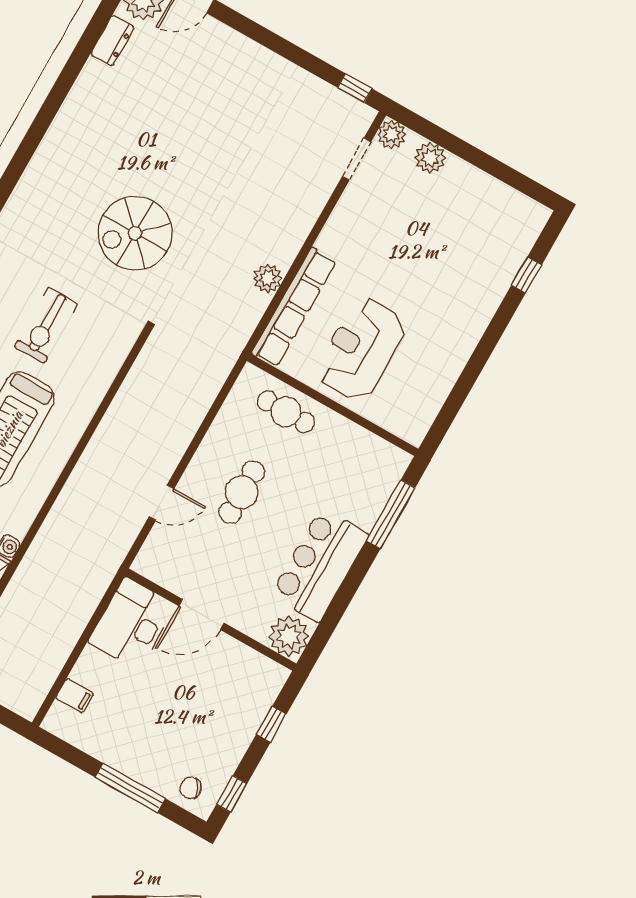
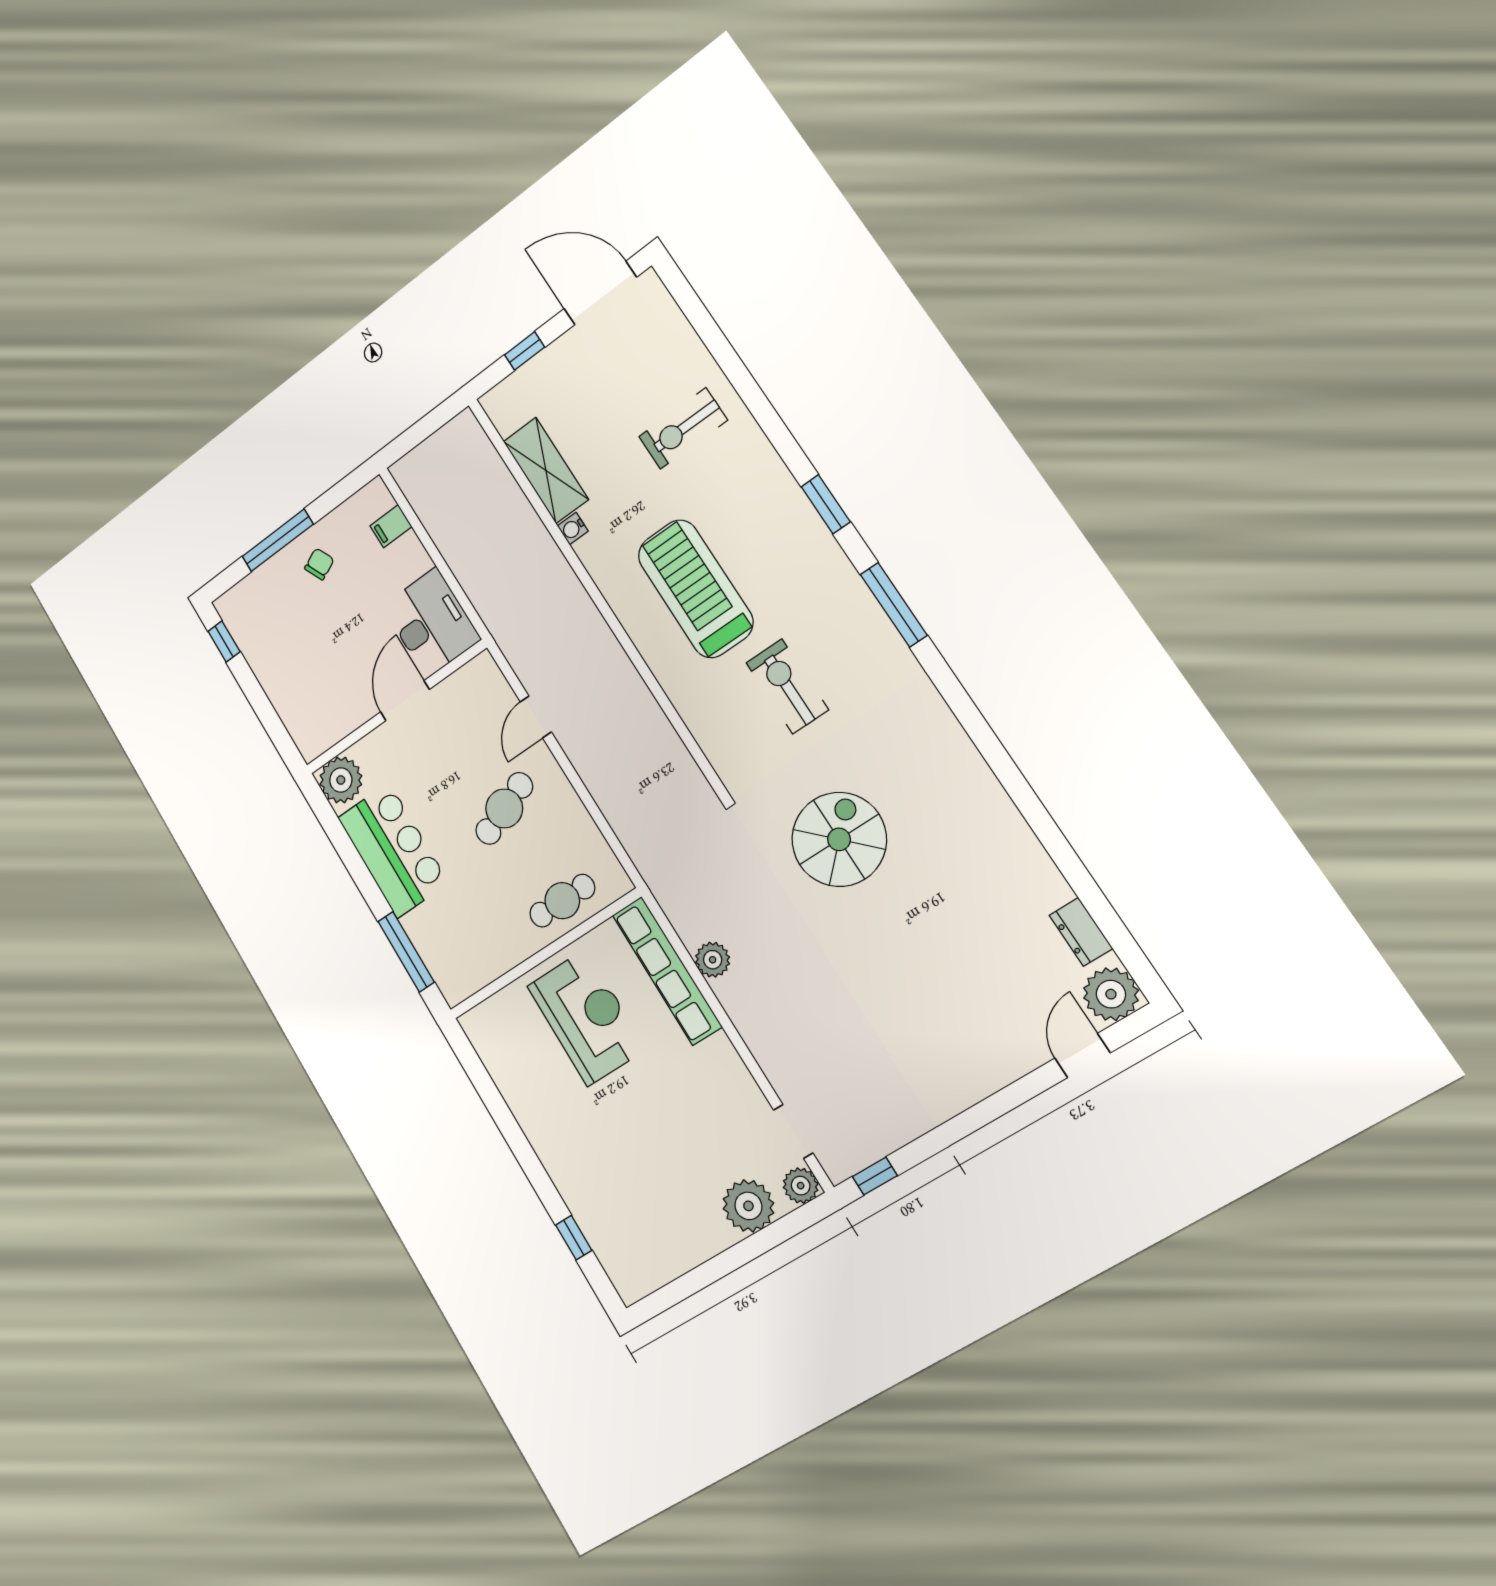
plant: (430, 158) -> (748, 1206), width x1.36, depth x1.36
cafe table: (242, 492) -> (504, 808), turned 69
window: (271, 724) -> (268, 717), removed
chair: (191, 788) -> (319, 564), moved

